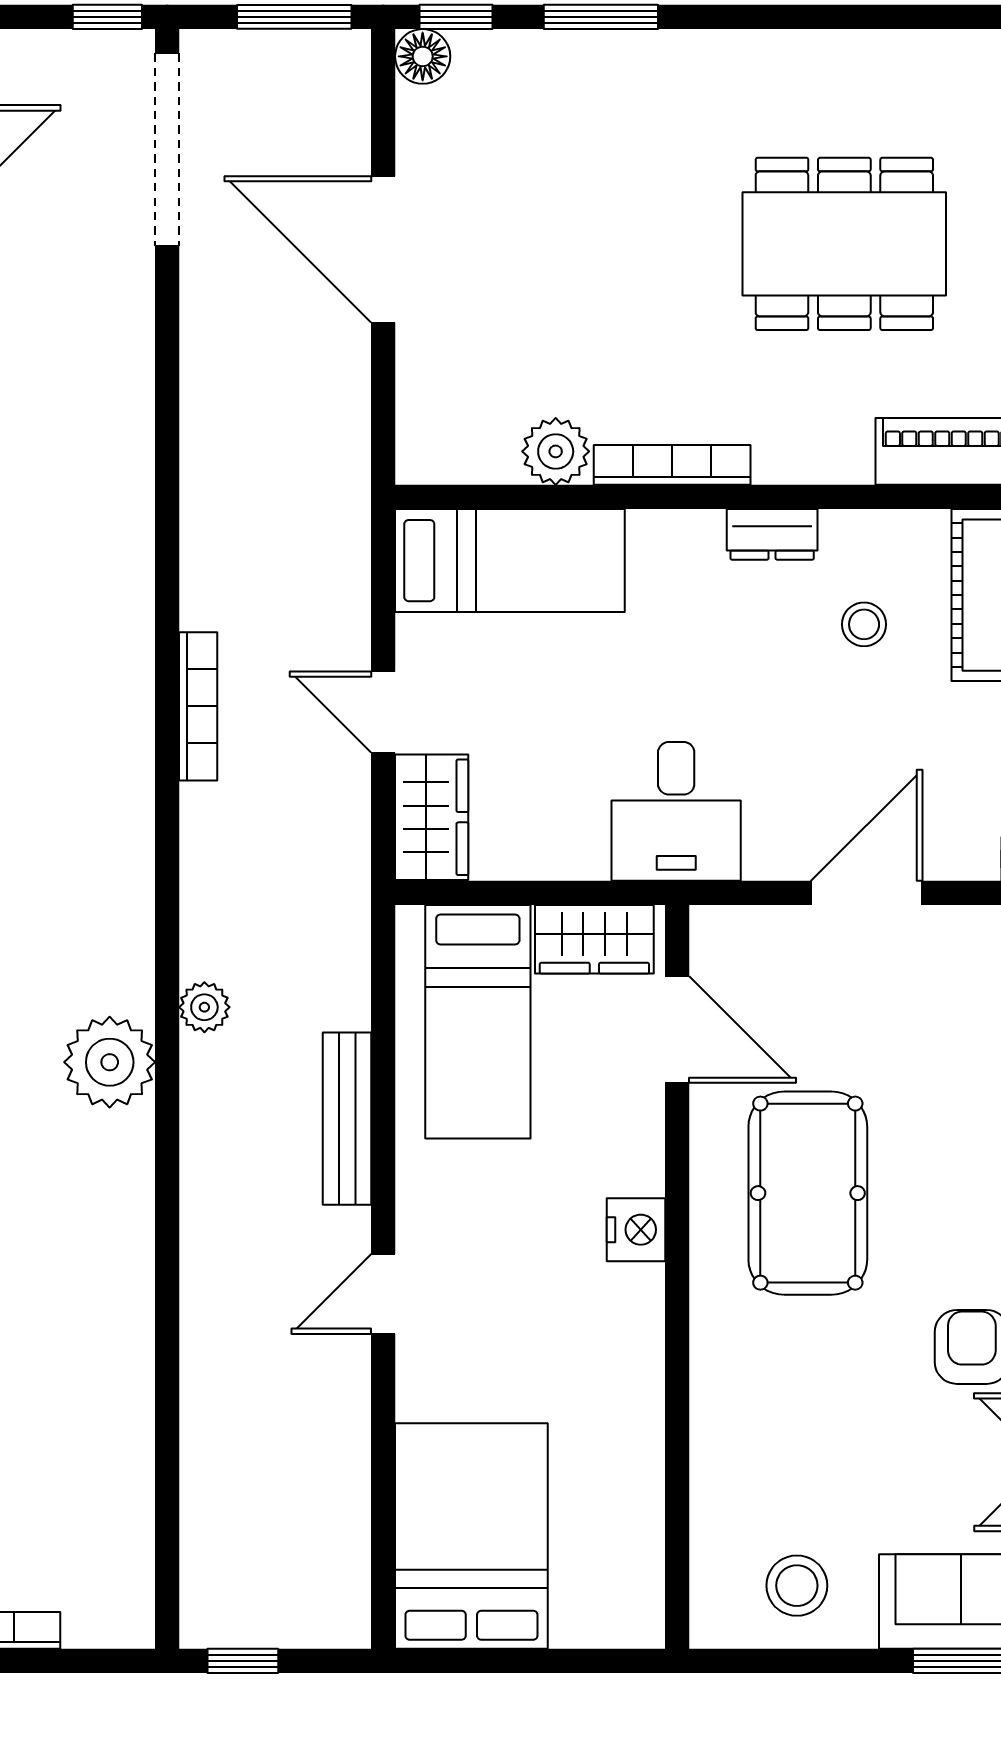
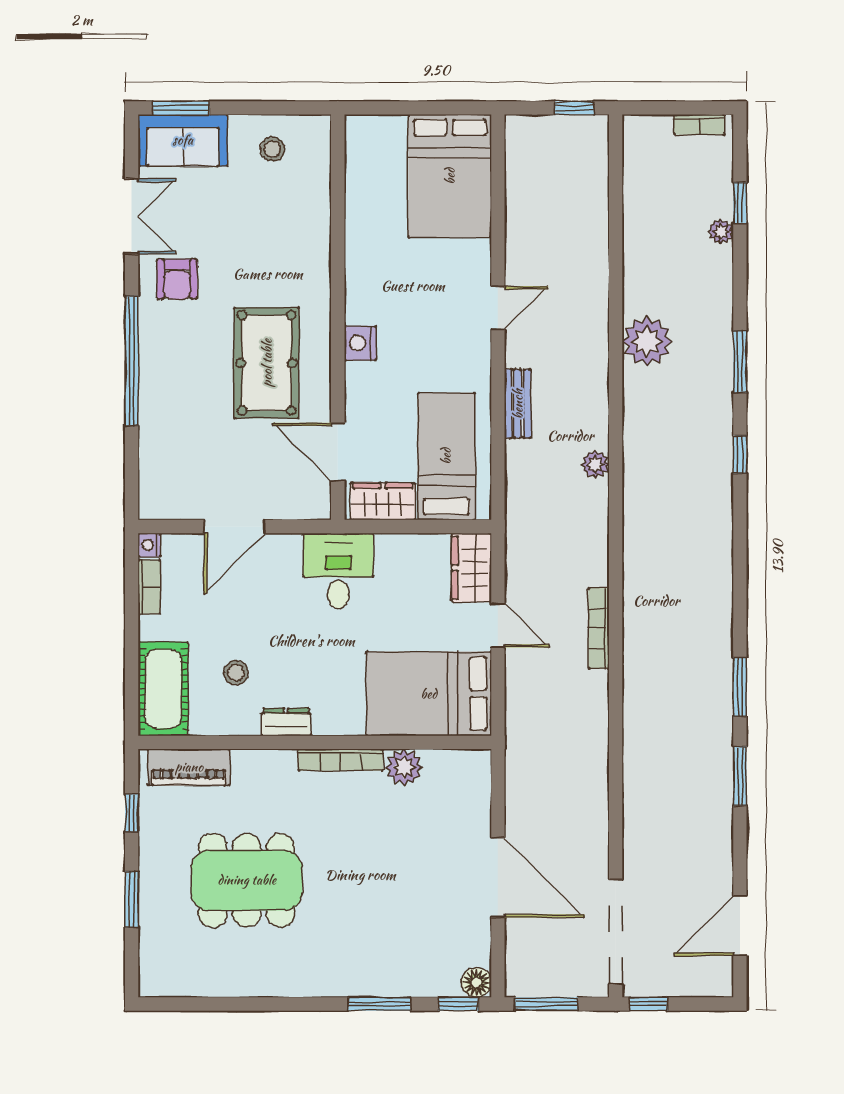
bed: (510, 561) -> (429, 694), width x1.50
plant: (110, 1062) -> (647, 341), moved
bench: (347, 1119) -> (518, 404), width x0.73
stool: (797, 1586) -> (272, 149), width x0.73, depth x0.73

